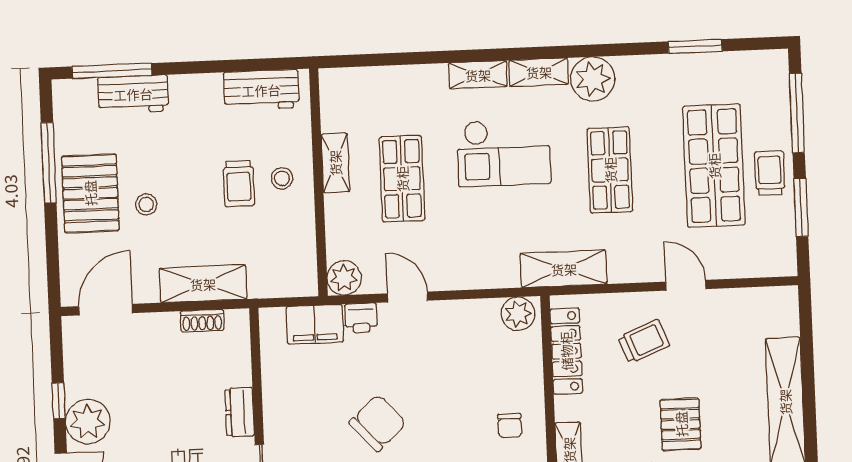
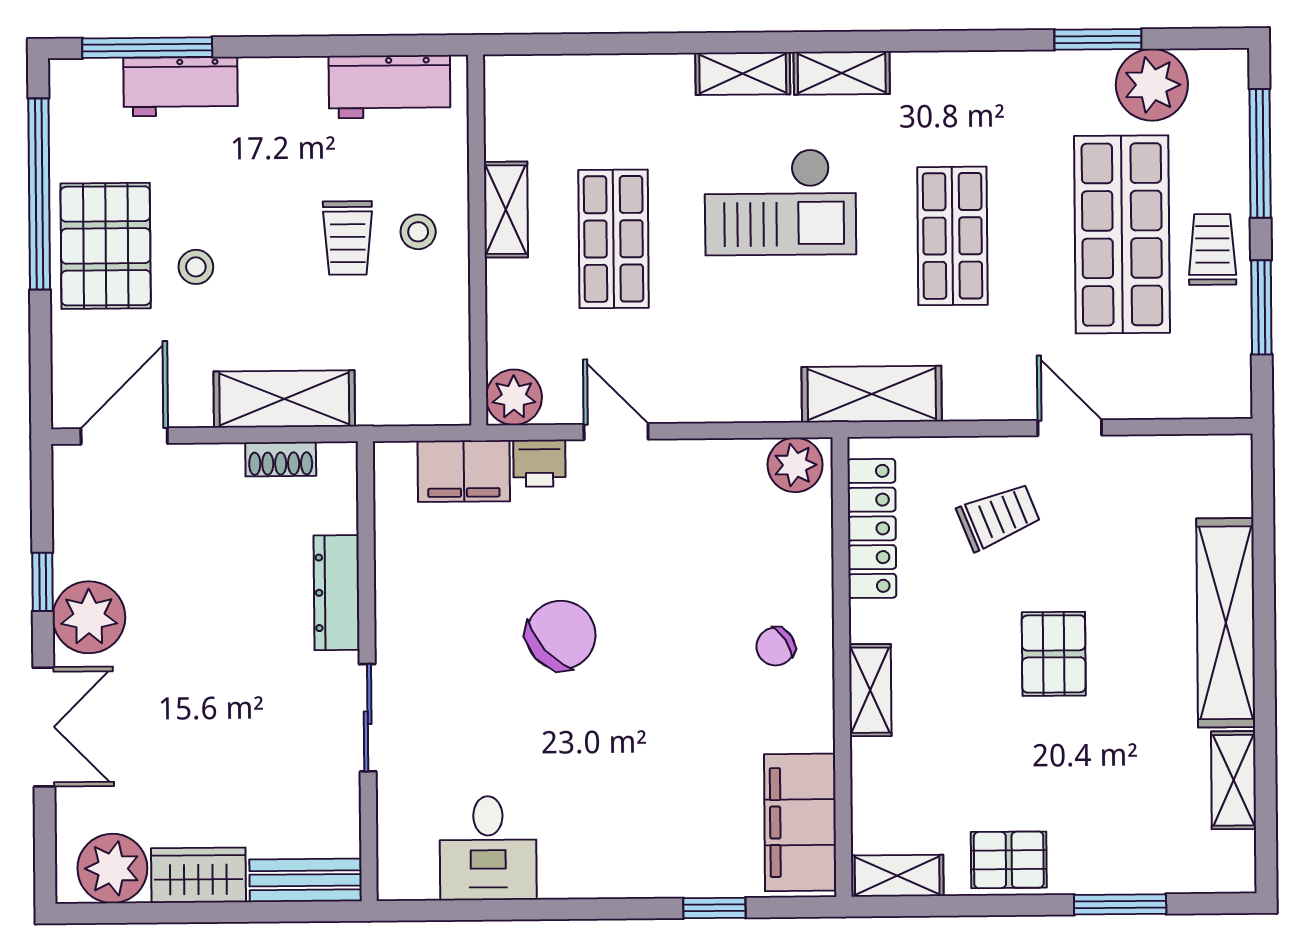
plant: (593, 79) -> (1152, 85), moved
window: (49, 163) -> (39, 194), width x1.46
dresser: (240, 412) -> (337, 593), width x1.44
chair: (510, 426) -> (776, 647), turned 57

